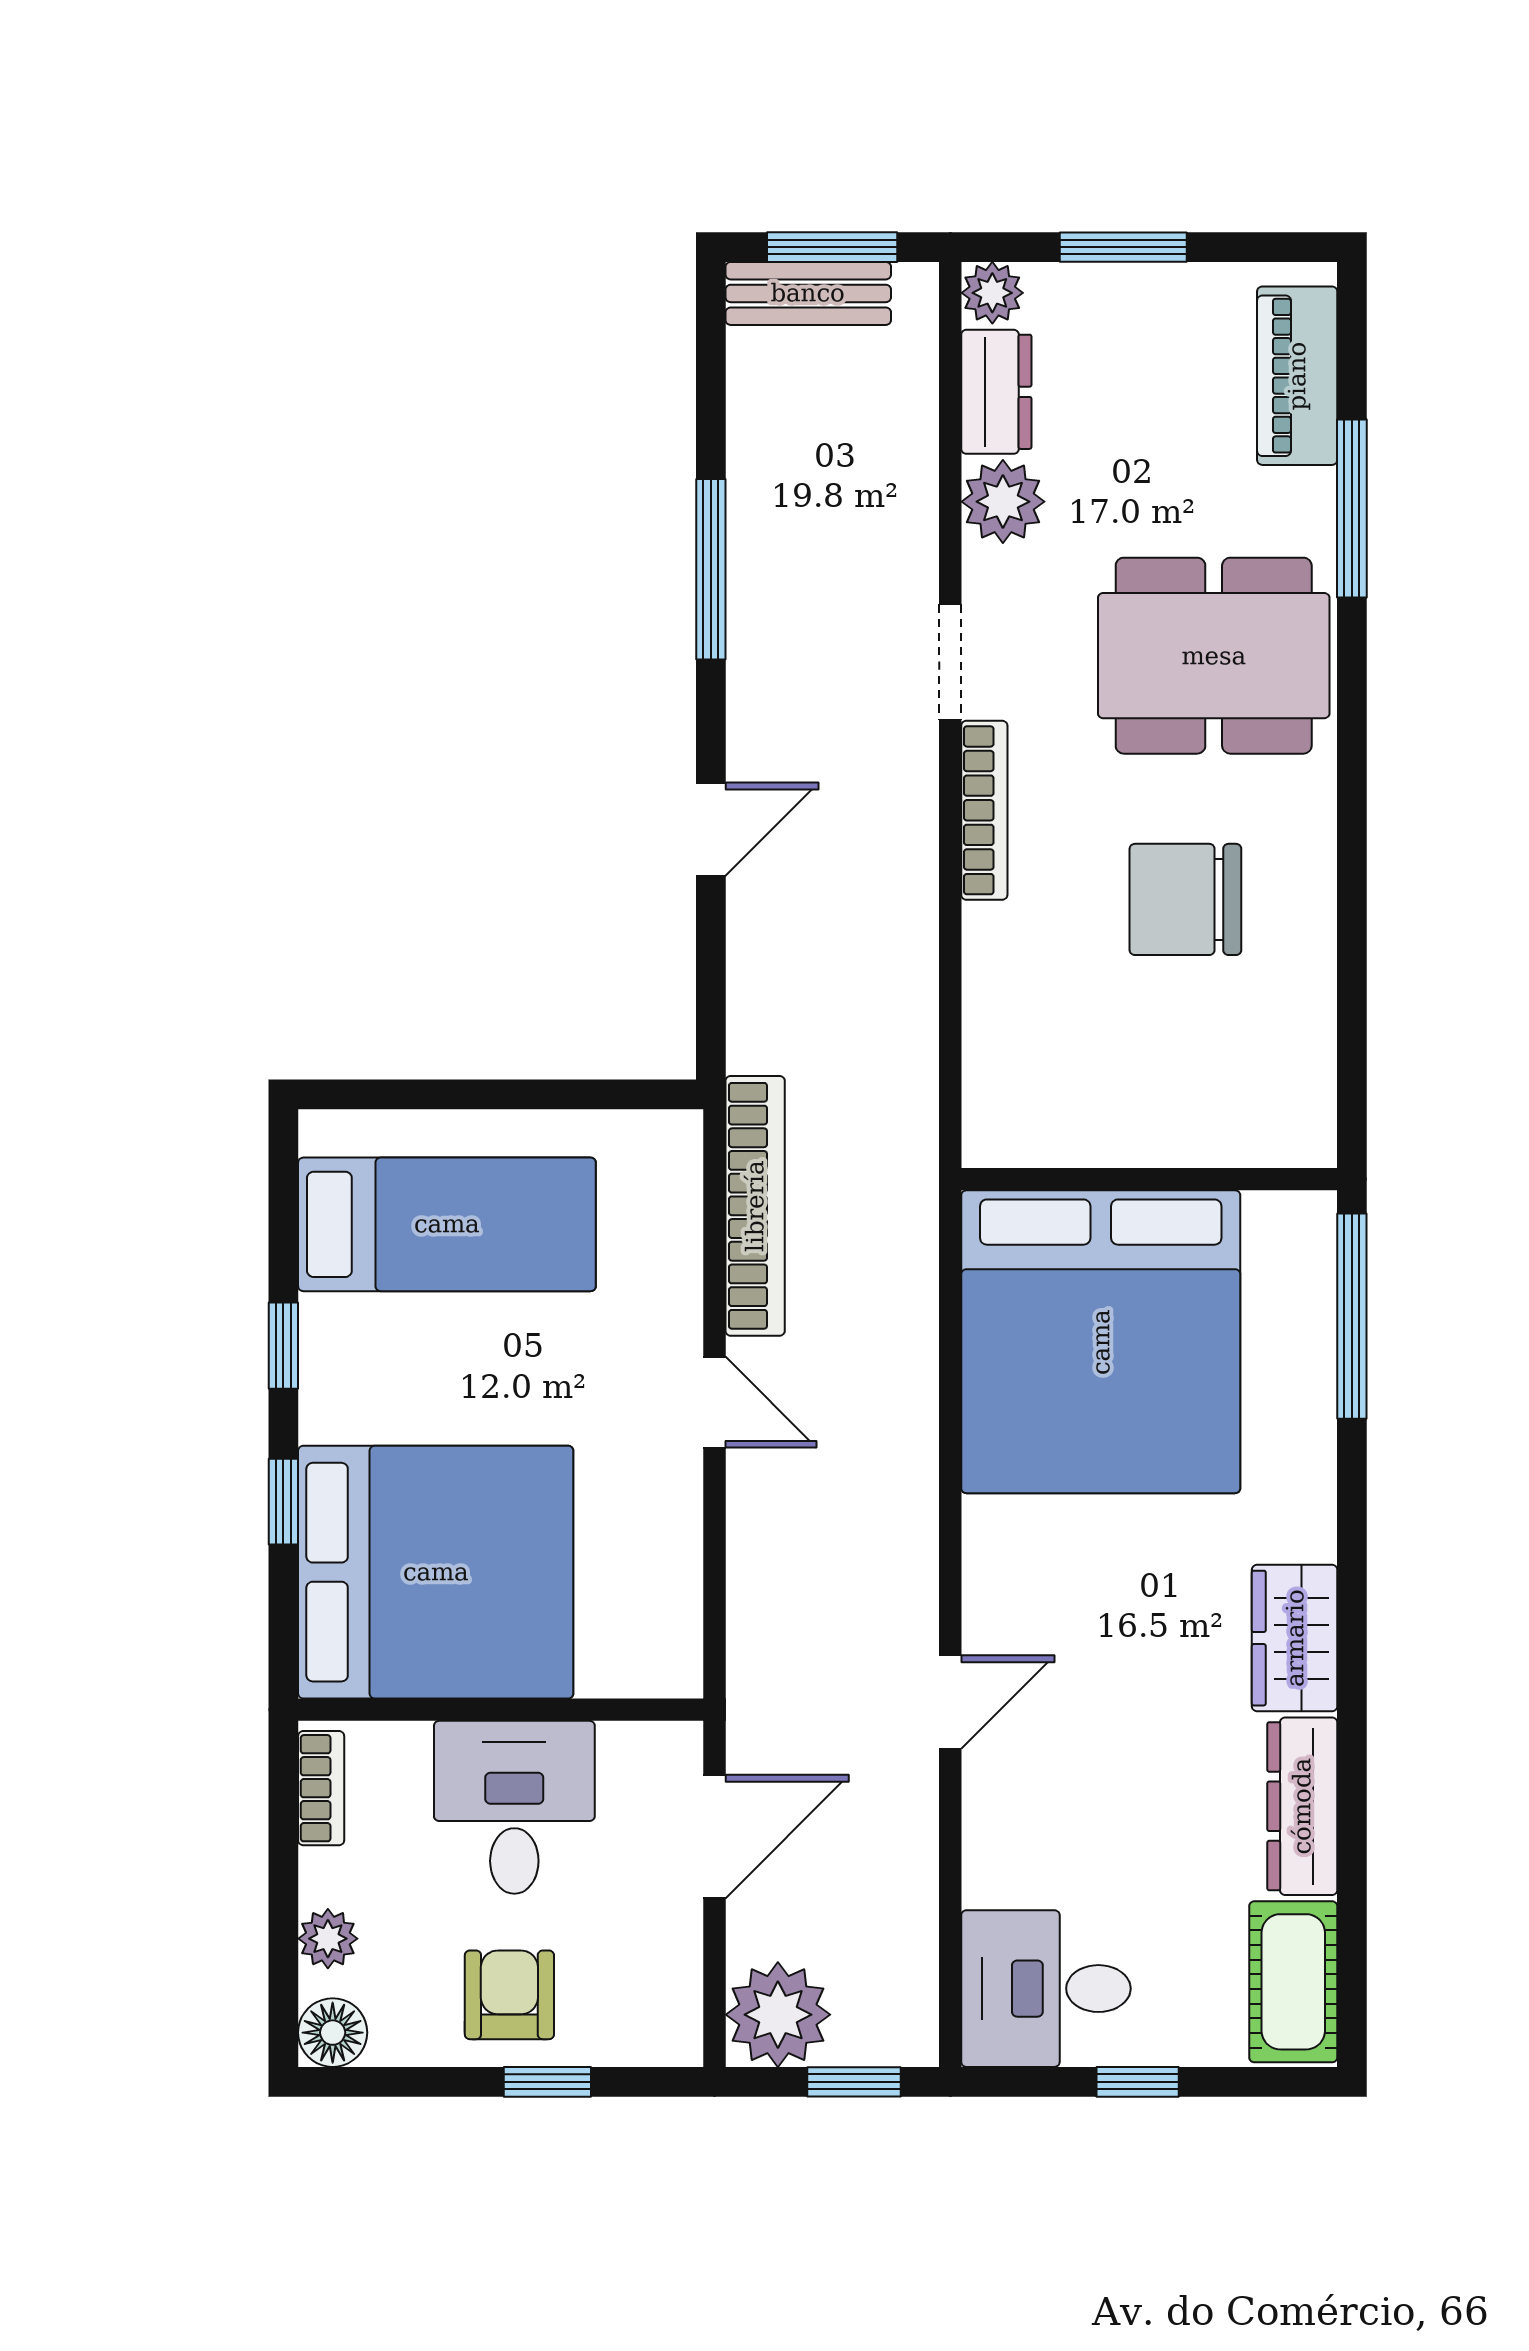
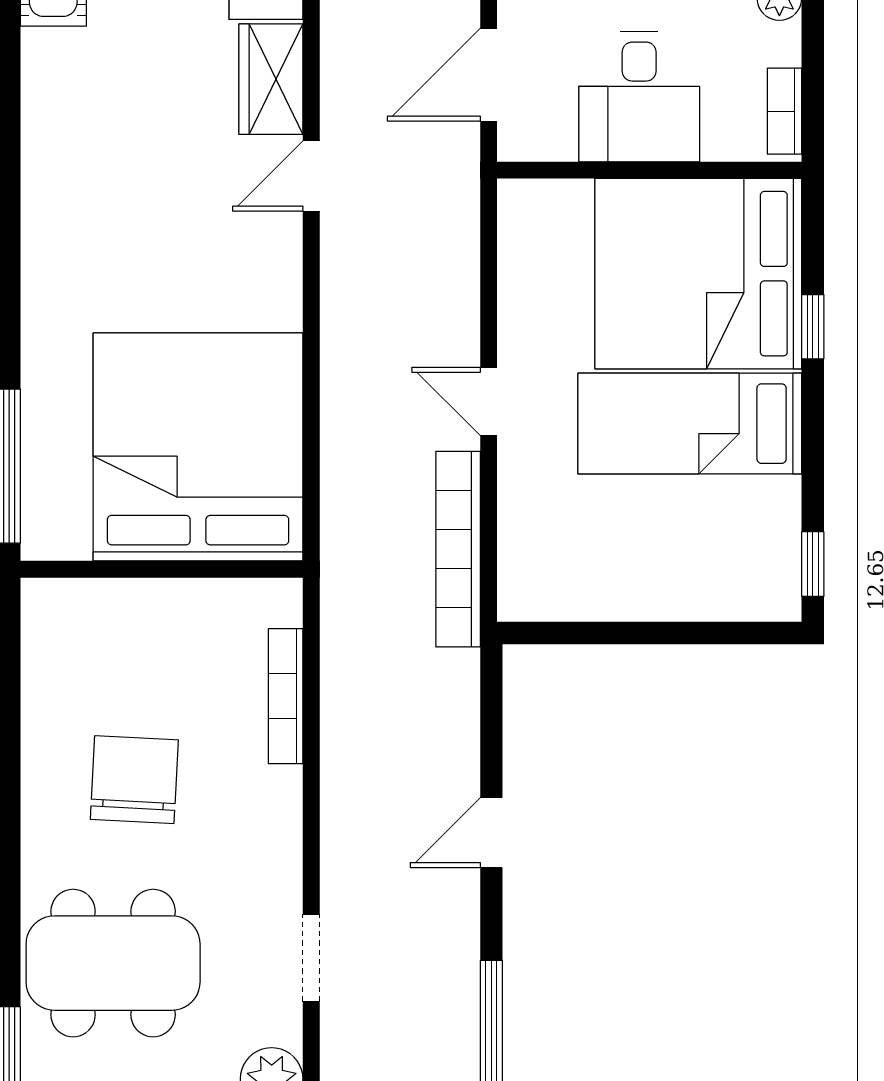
bookcase: (984, 810) -> (286, 696), moved
chair: (1185, 899) -> (134, 780), turned -87
bed: (447, 1224) -> (690, 424), moved
window: (283, 1346) -> (813, 564), moved
wardrobe: (1295, 1638) -> (271, 79), moved, turned 180
dresser: (1302, 1806) -> (46, 98), removed

